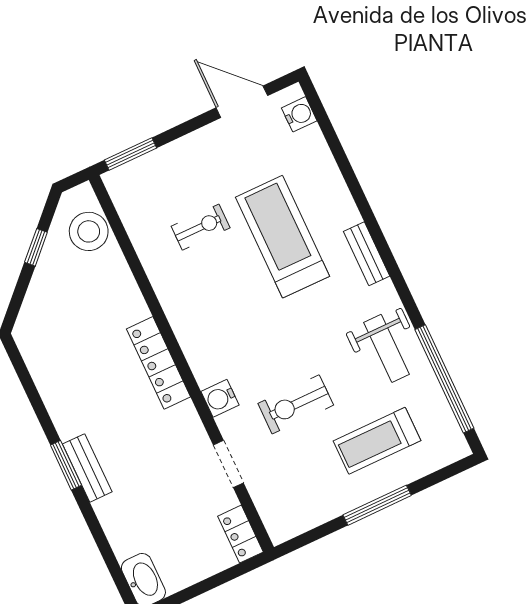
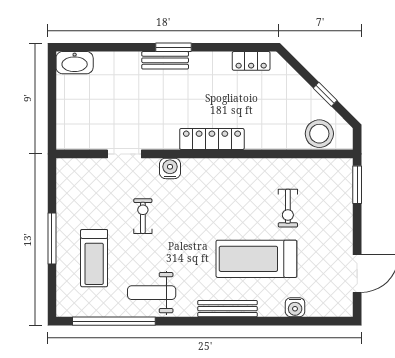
water cooler: (299, 114) -> (295, 307), moved
treadmill: (283, 237) -> (256, 259), turned 180
bench: (367, 254) -> (228, 309), width x1.36
exercise bike: (296, 404) -> (143, 216), width x0.73, depth x0.72
treadmill: (377, 441) -> (94, 258), turned 180
locker: (240, 534) -> (251, 61), moved, turned 180

